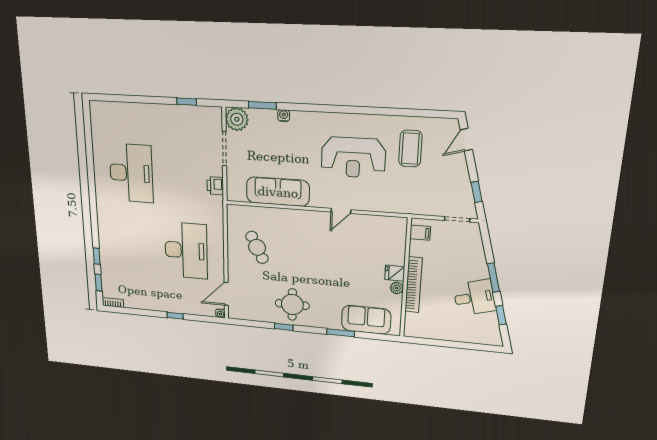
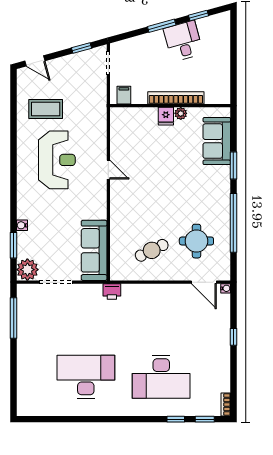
window: (187, 102) -> (14, 318), width x2.17
printer: (215, 186) -> (112, 291), moved
sofa: (278, 192) -> (94, 250), moved
desk: (186, 250) -> (161, 377), moved, turned 180
round table: (292, 305) -> (196, 241), moved
window: (284, 327) -> (233, 223), width x3.17

